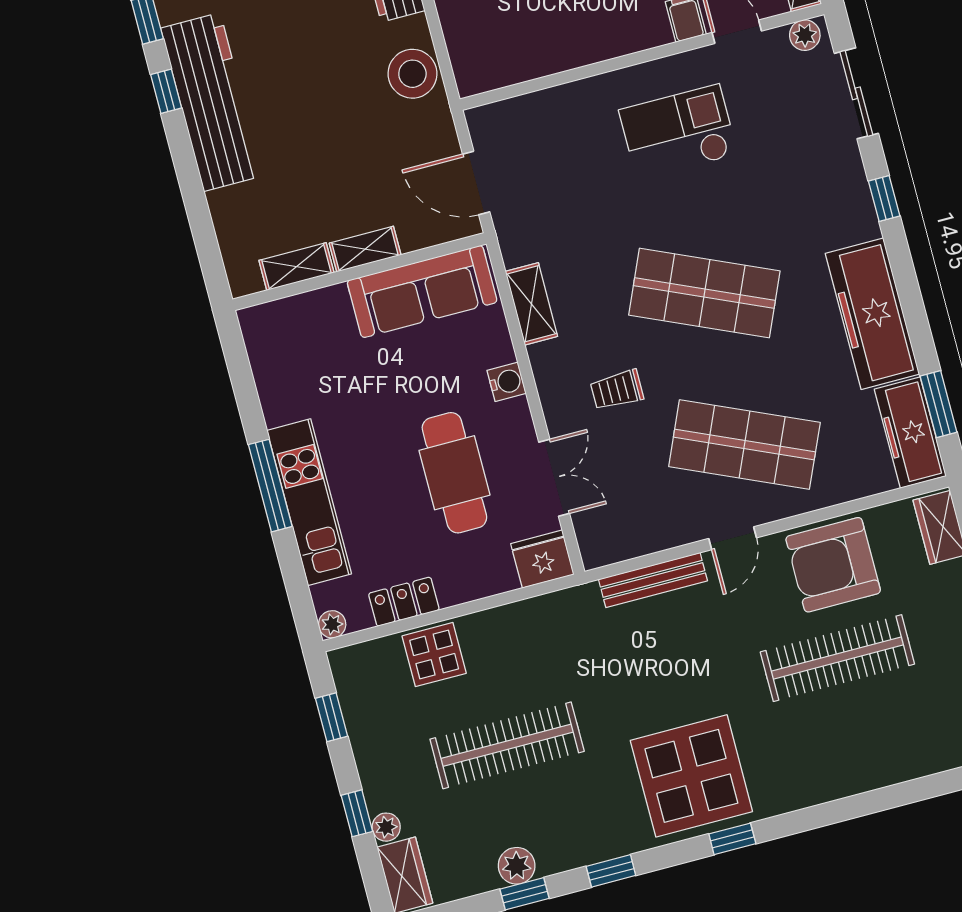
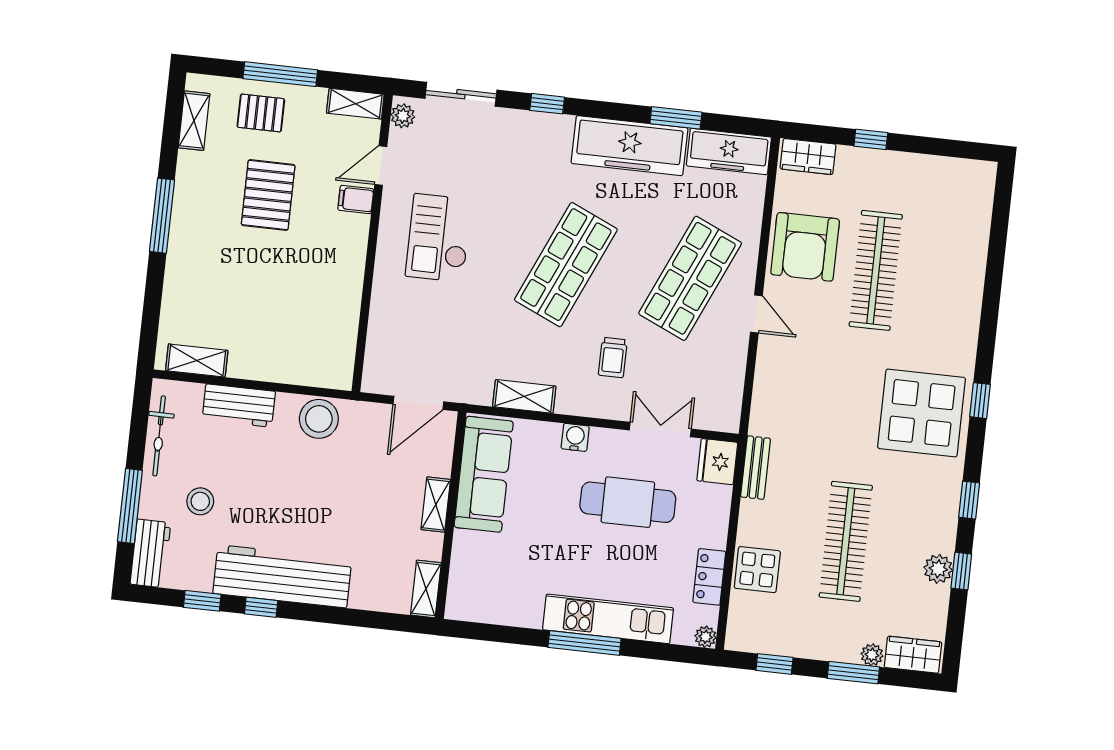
shelving: (296, 267) -> (426, 589), moved
window: (938, 404) -> (676, 118), moved
bench: (653, 580) -> (756, 468), moved, width x0.73
window: (357, 813) -> (853, 673), width x1.50

